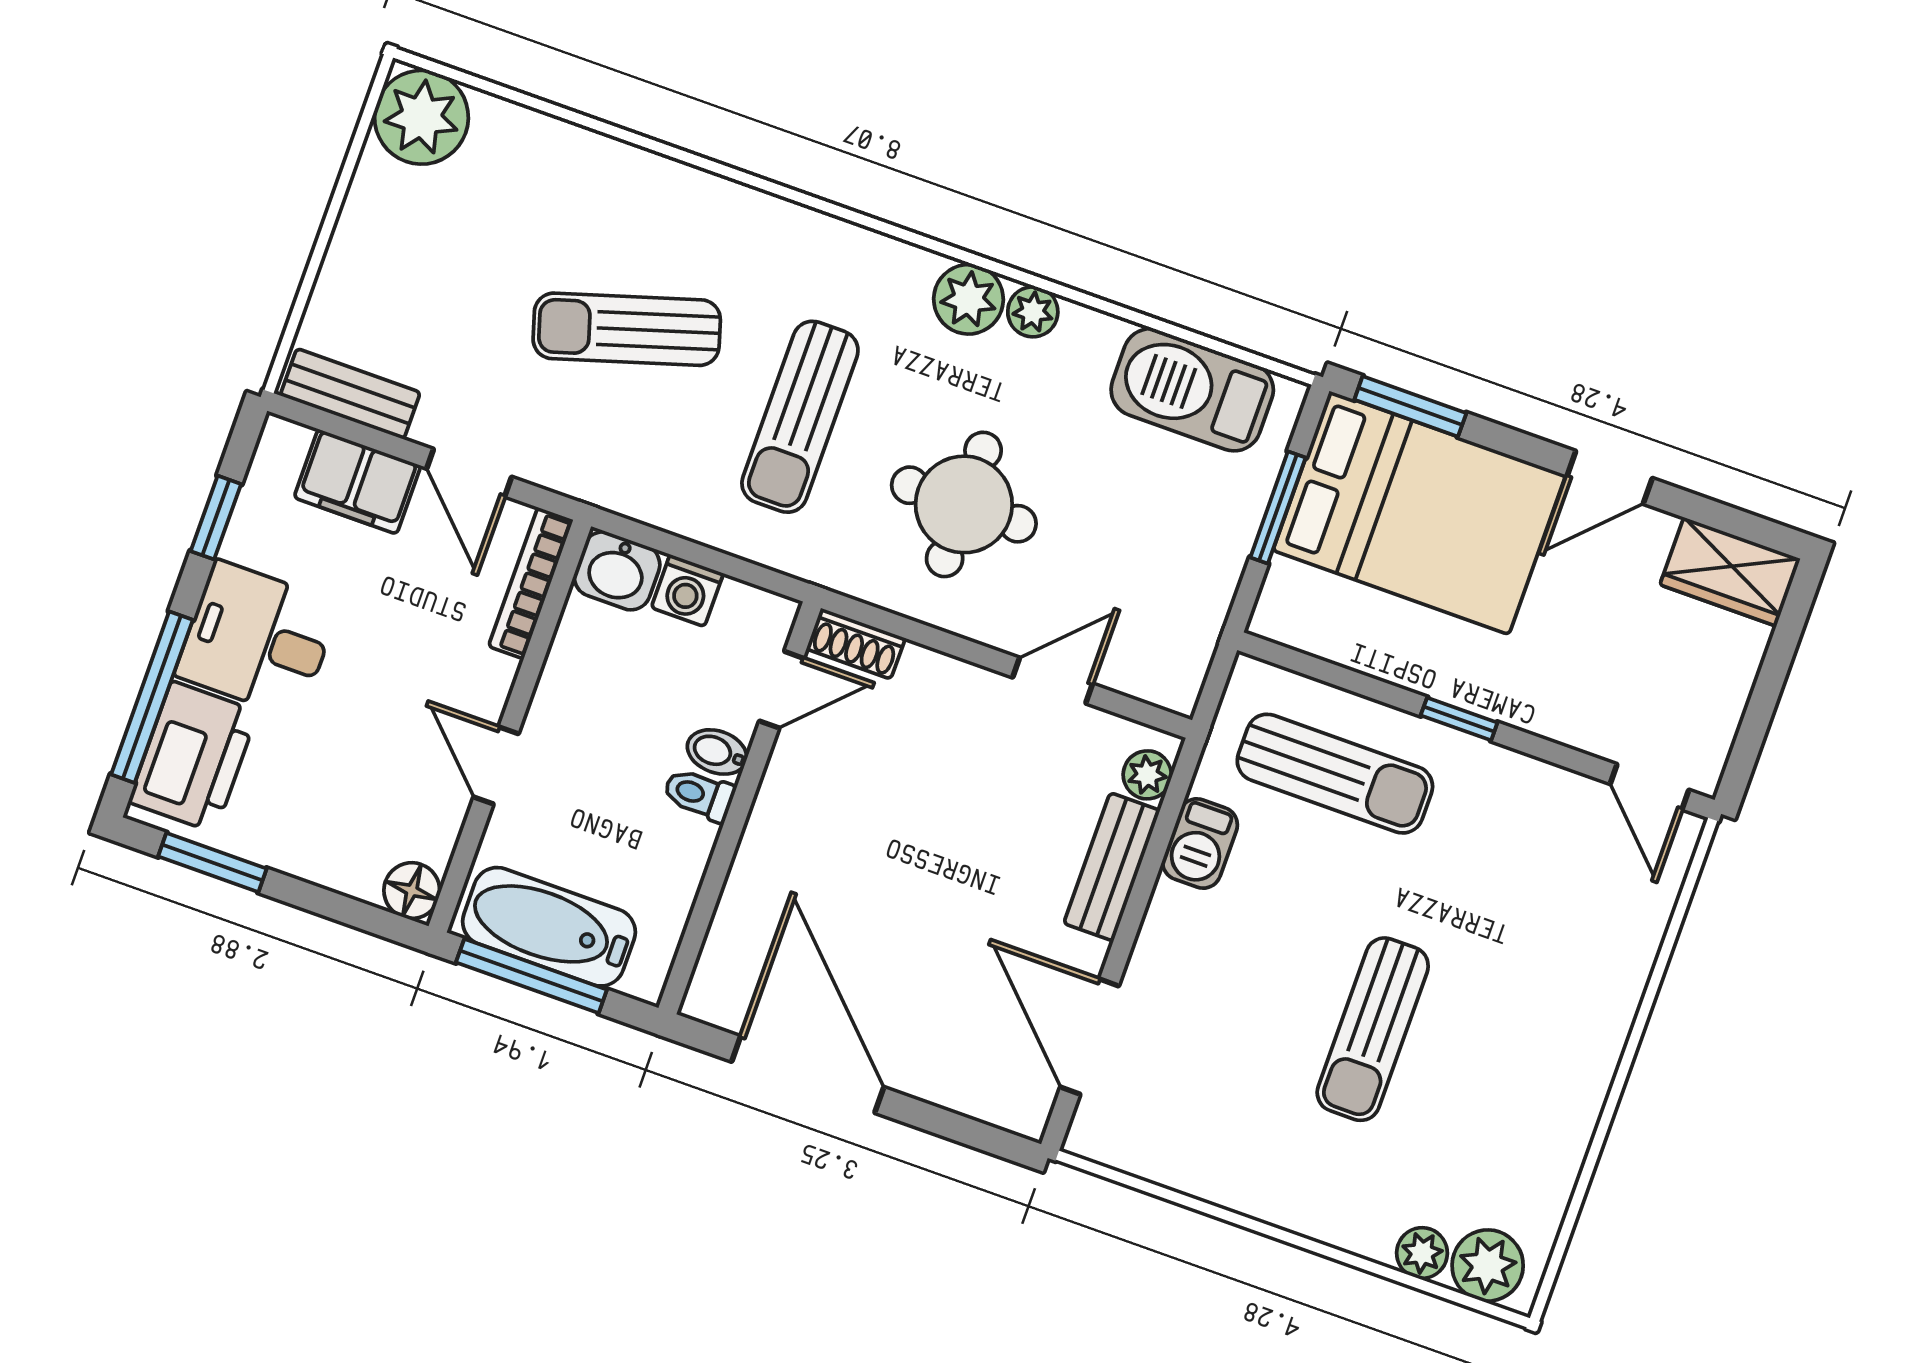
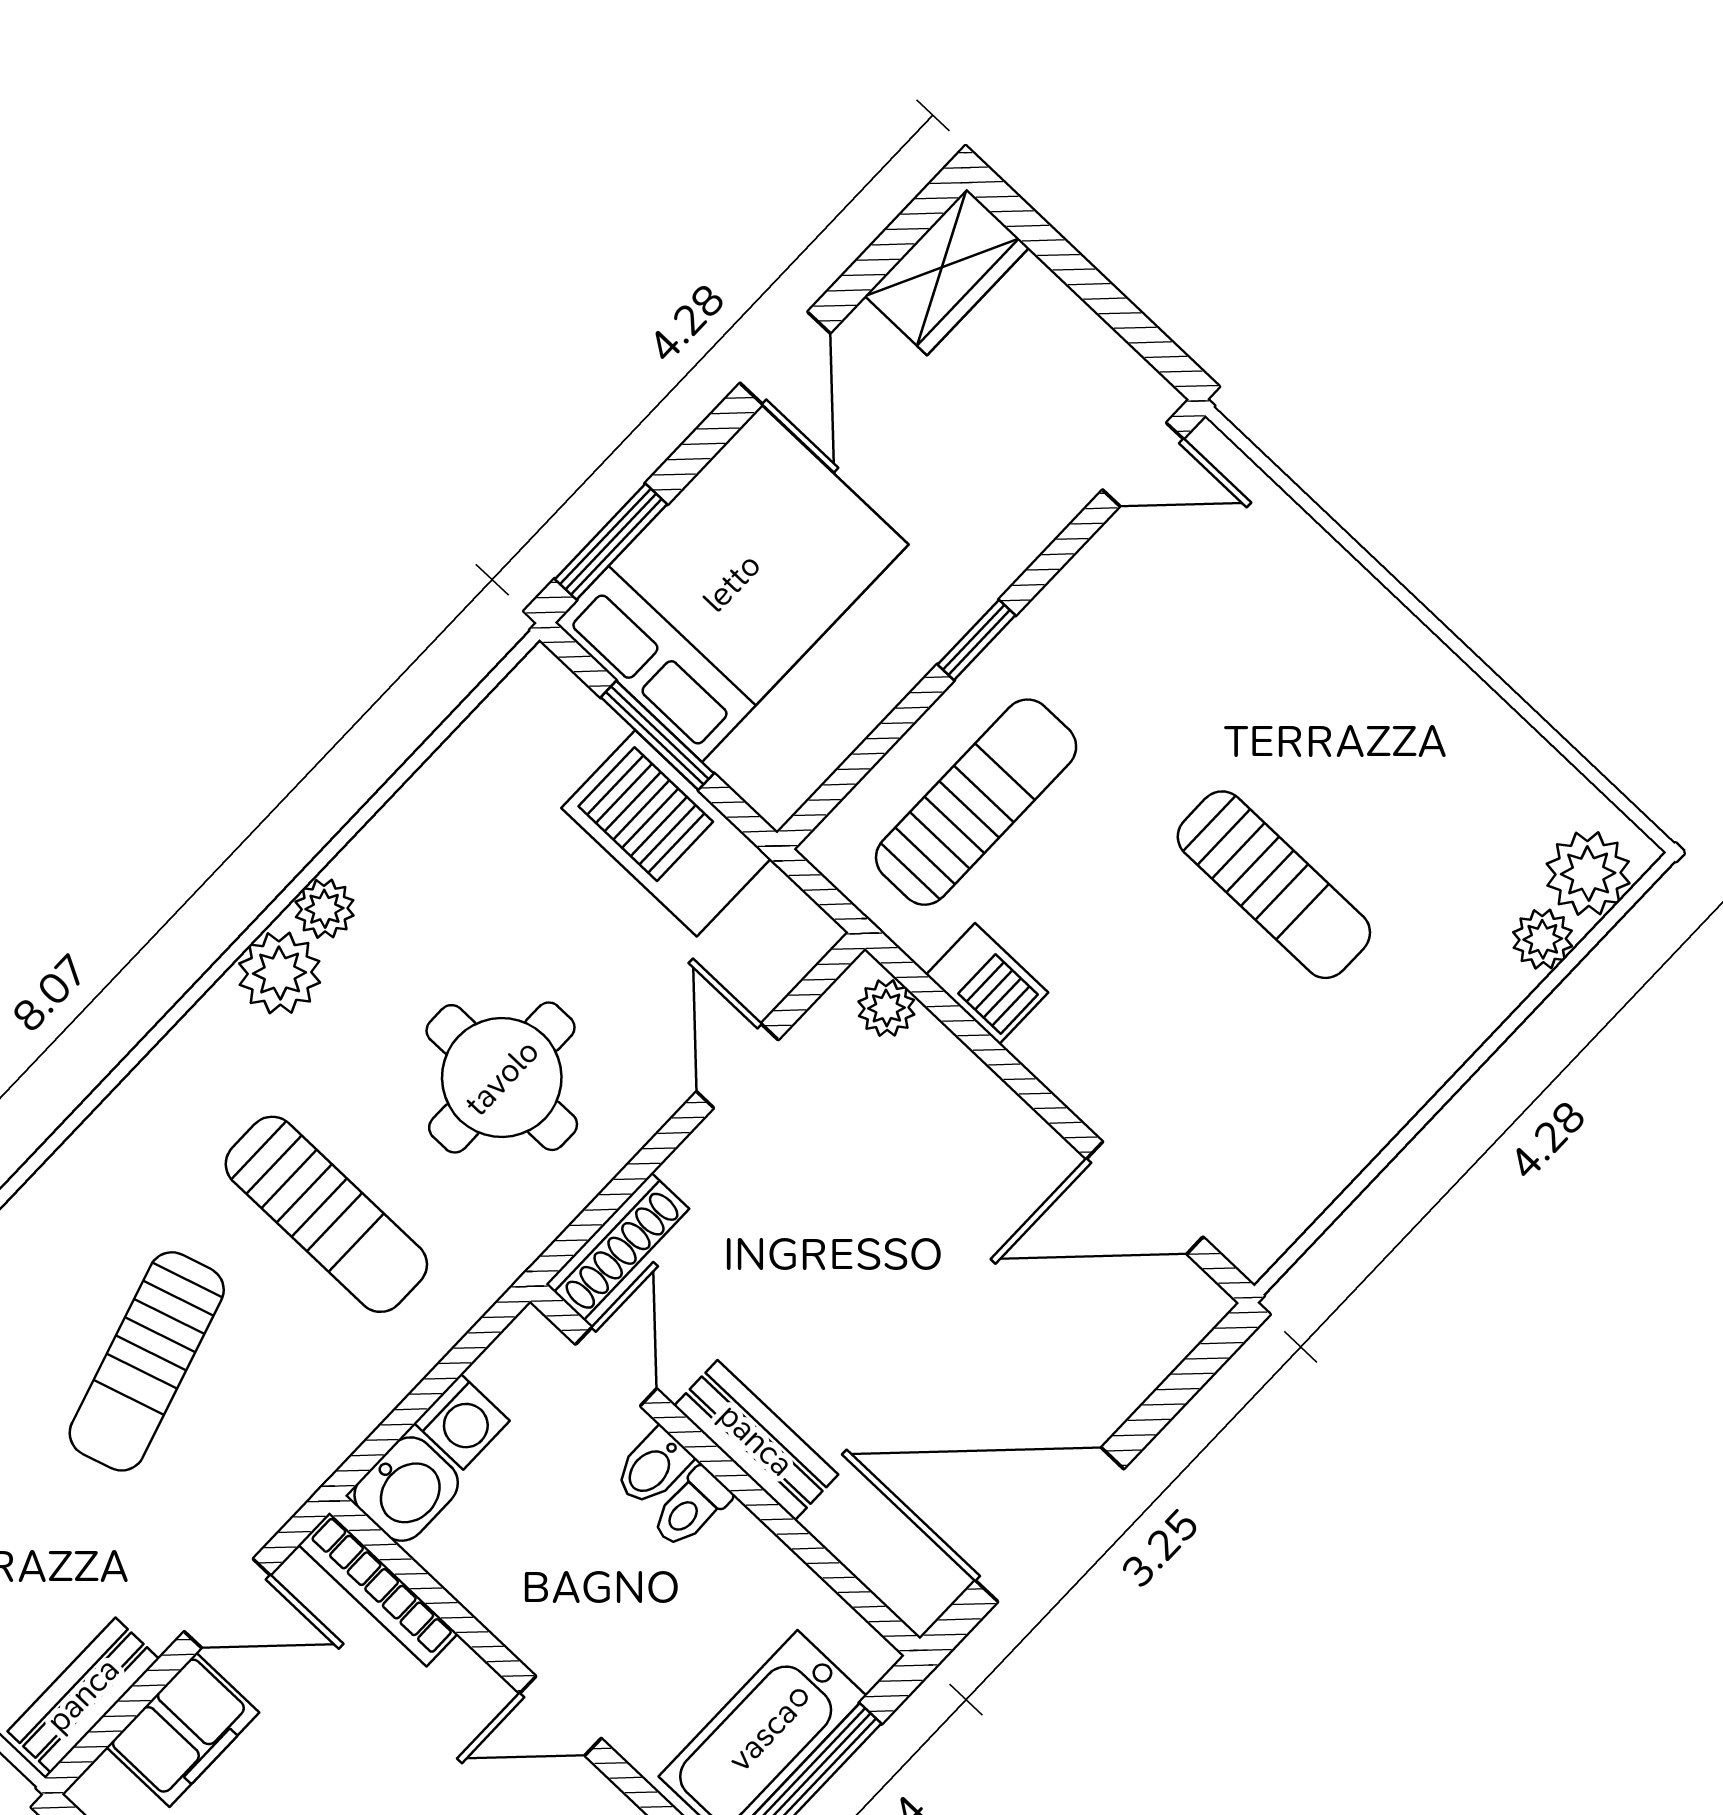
barbecue: (1192, 390) -> (666, 833), moved, turned 90
shoe rack: (856, 644) -> (617, 1246), width x1.43
bench: (1112, 867) -> (756, 1440), moved

